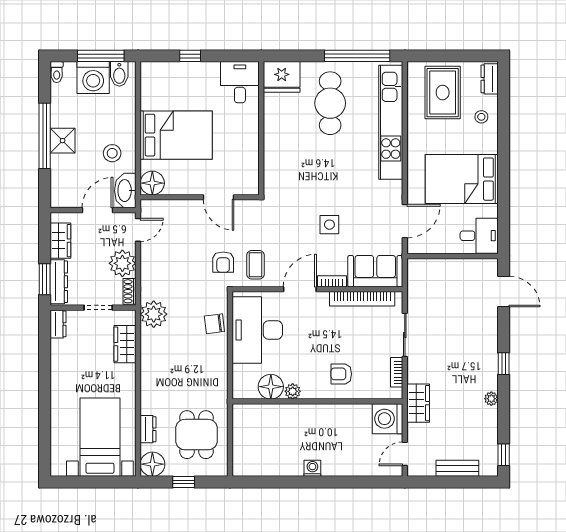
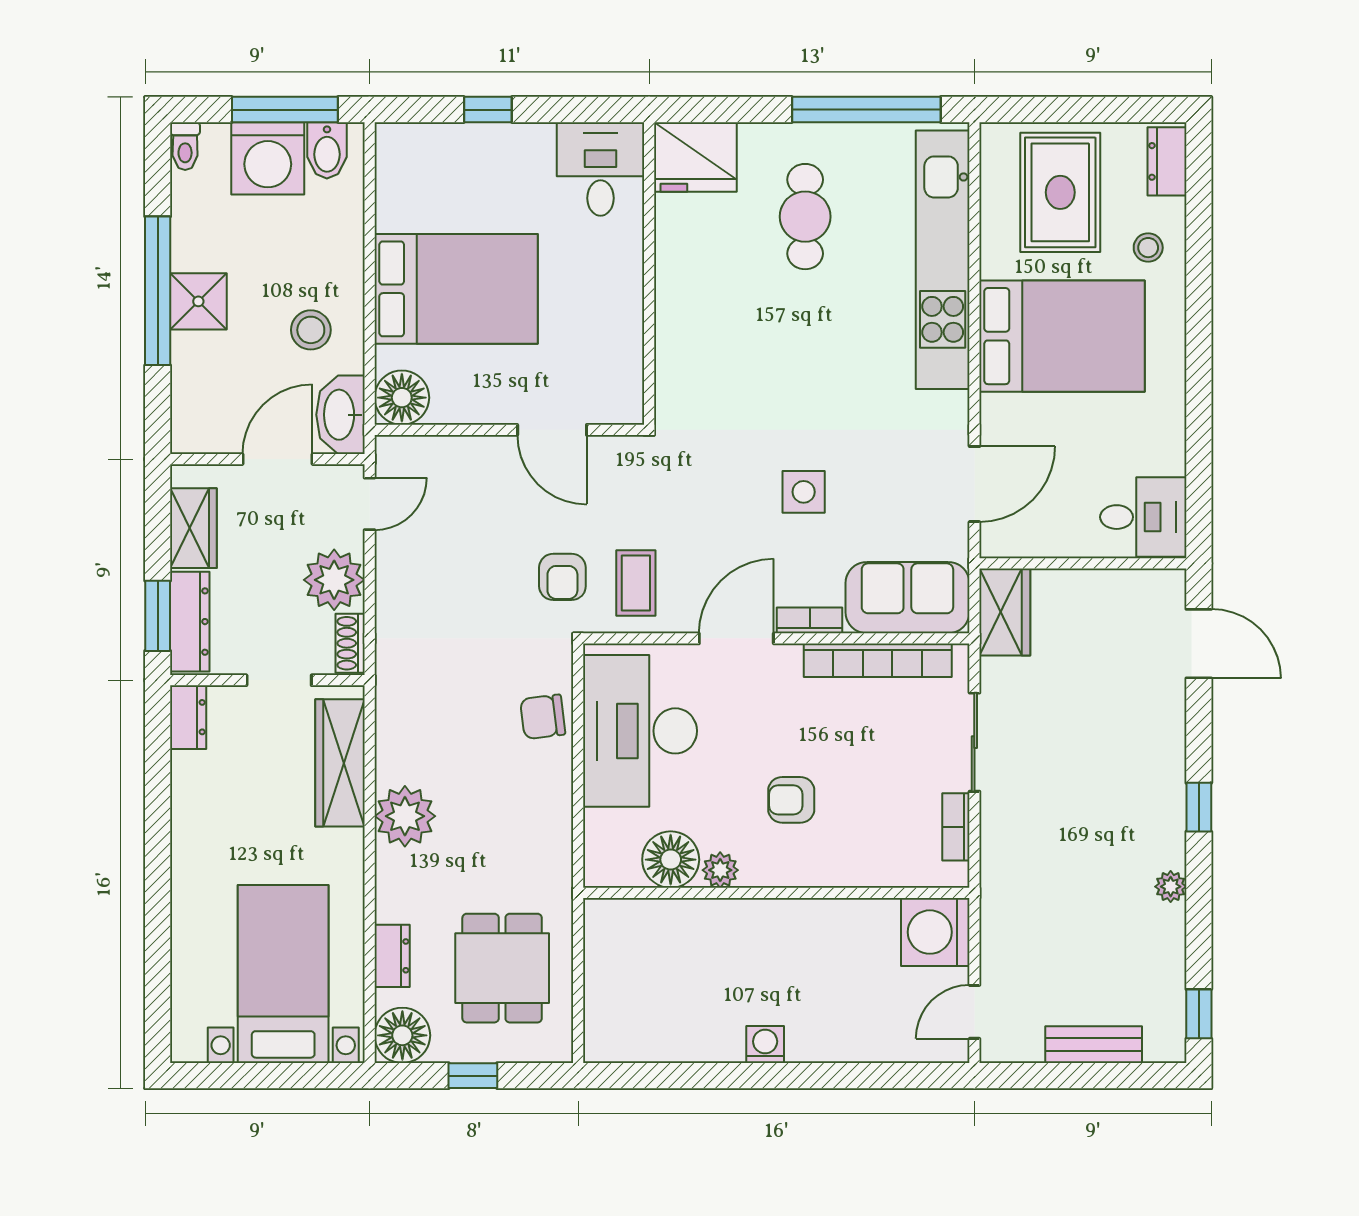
cafe table: (330, 103) -> (805, 217), width x0.73, depth x0.74
bed: (462, 179) -> (1062, 336), moved, turned 180
plant: (154, 314) -> (405, 816), moved
wardrobe: (125, 344) -> (340, 763), width x1.50
armchair: (341, 374) -> (791, 800), moved
wardrobe: (418, 403) -> (1005, 612), moved

